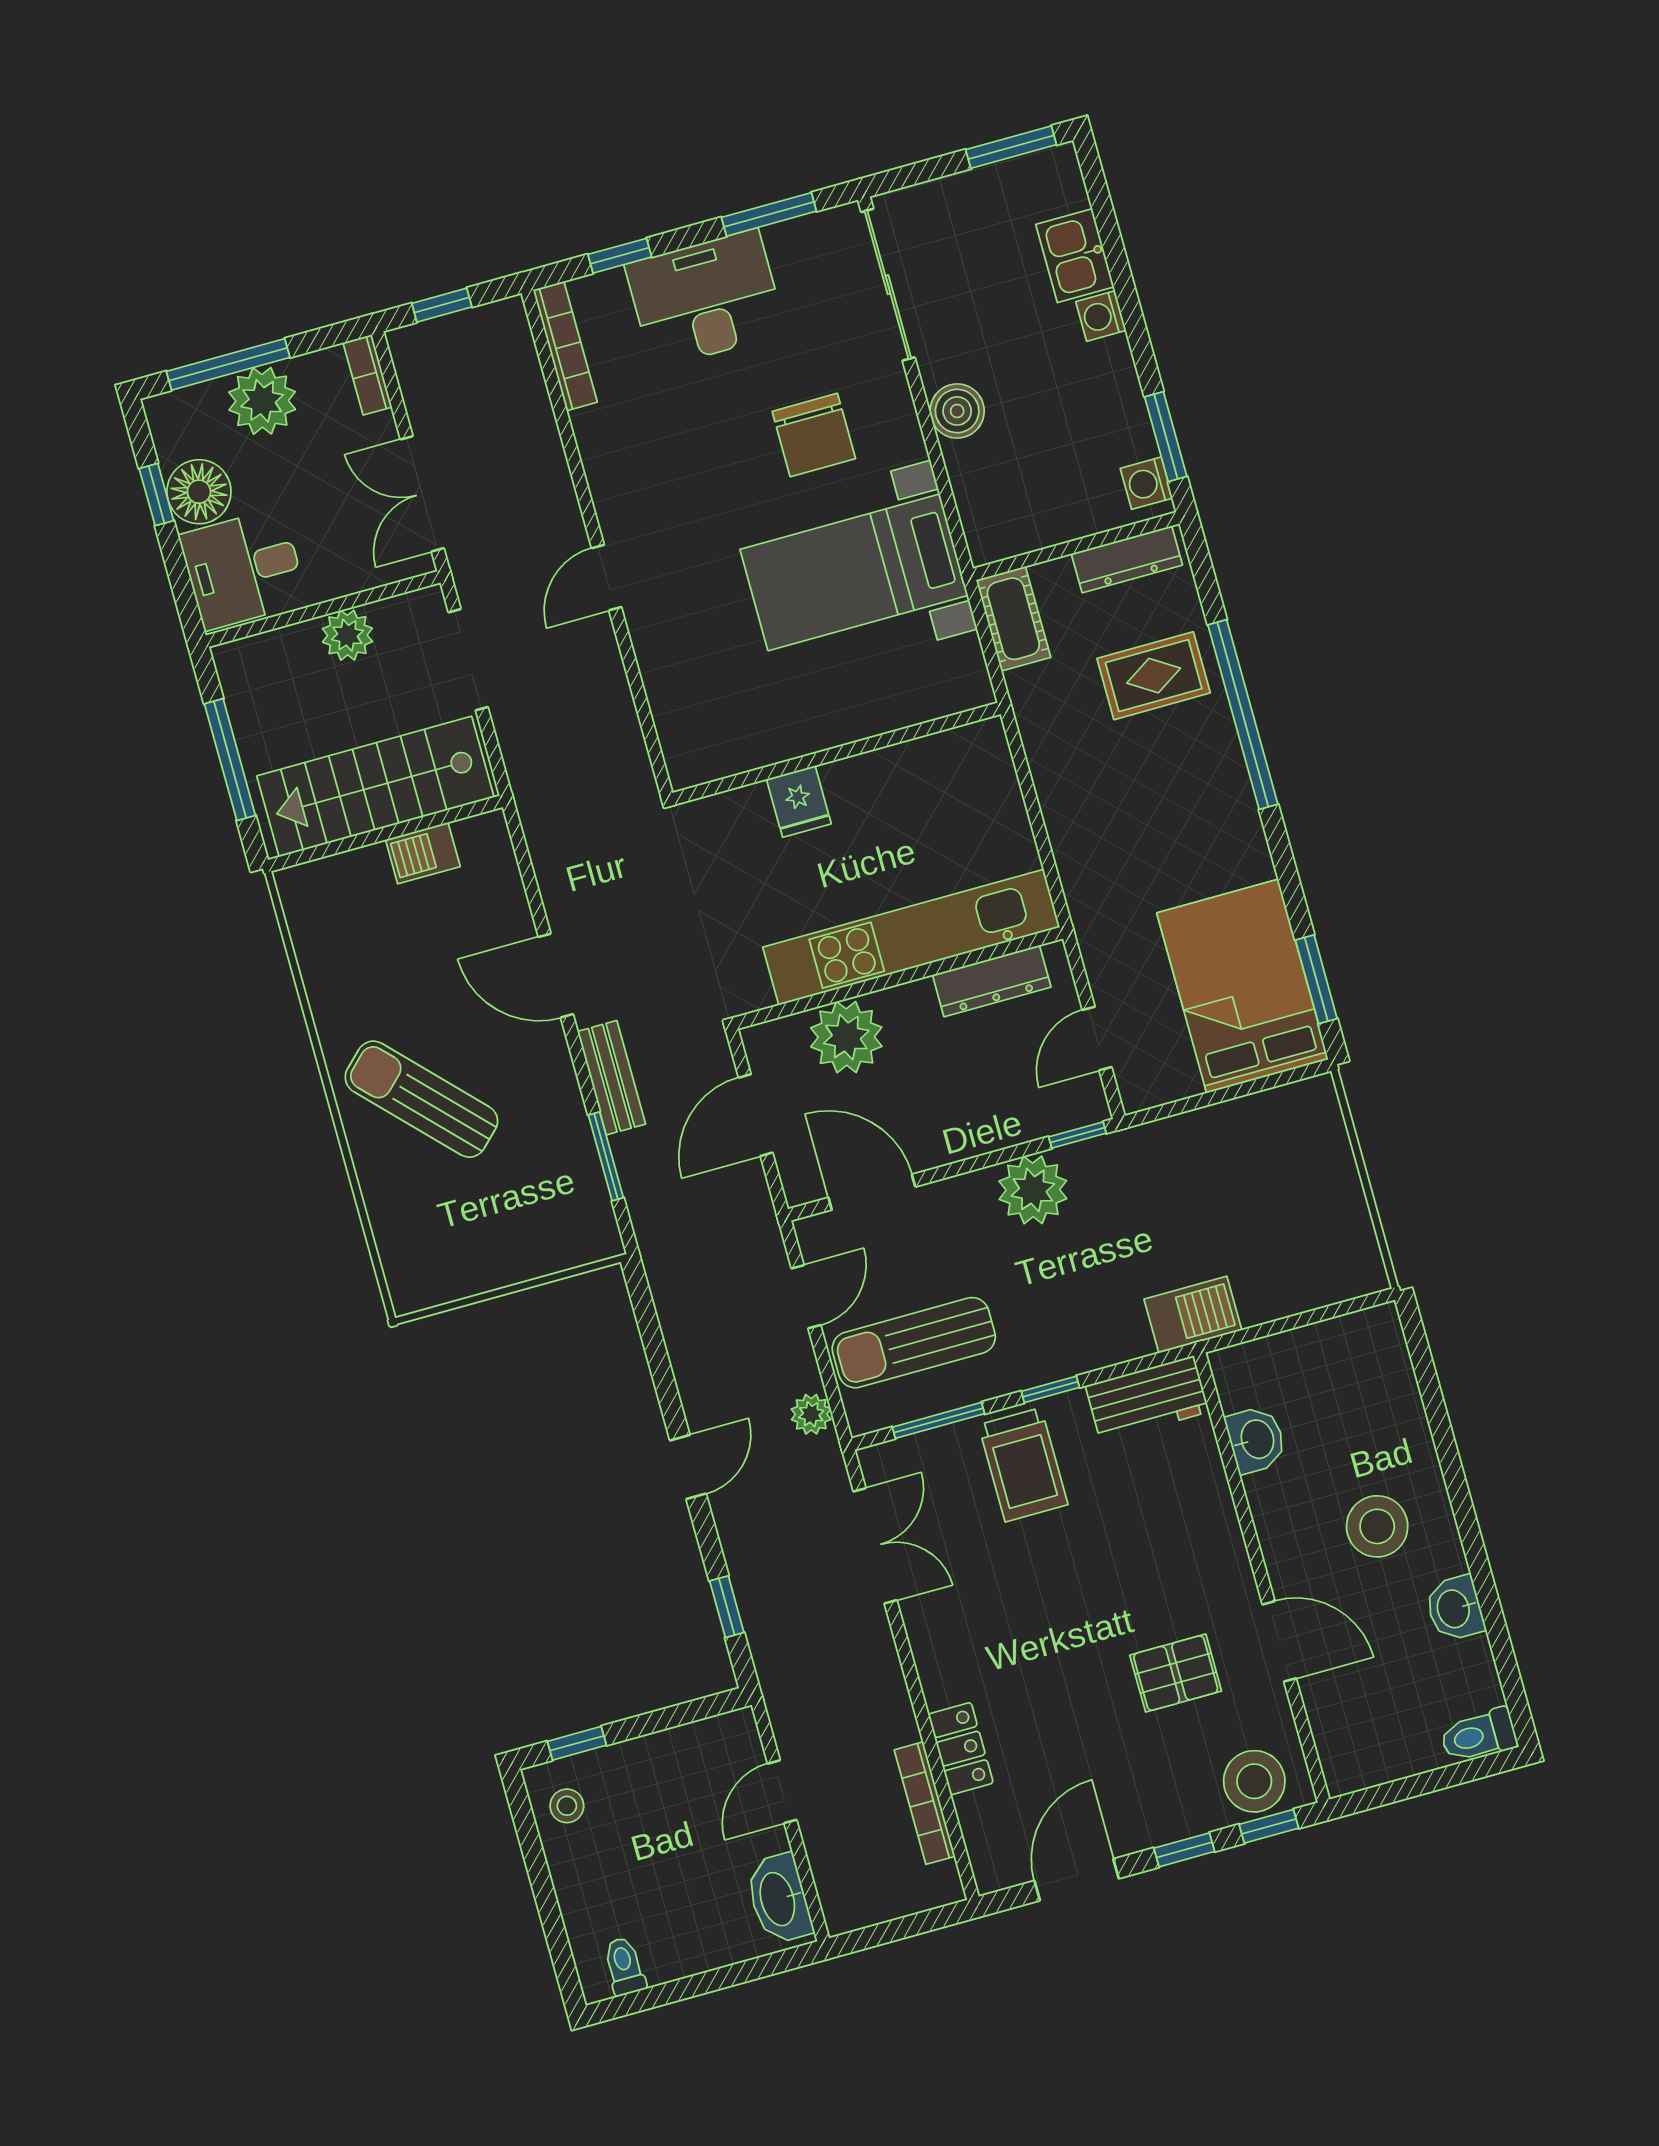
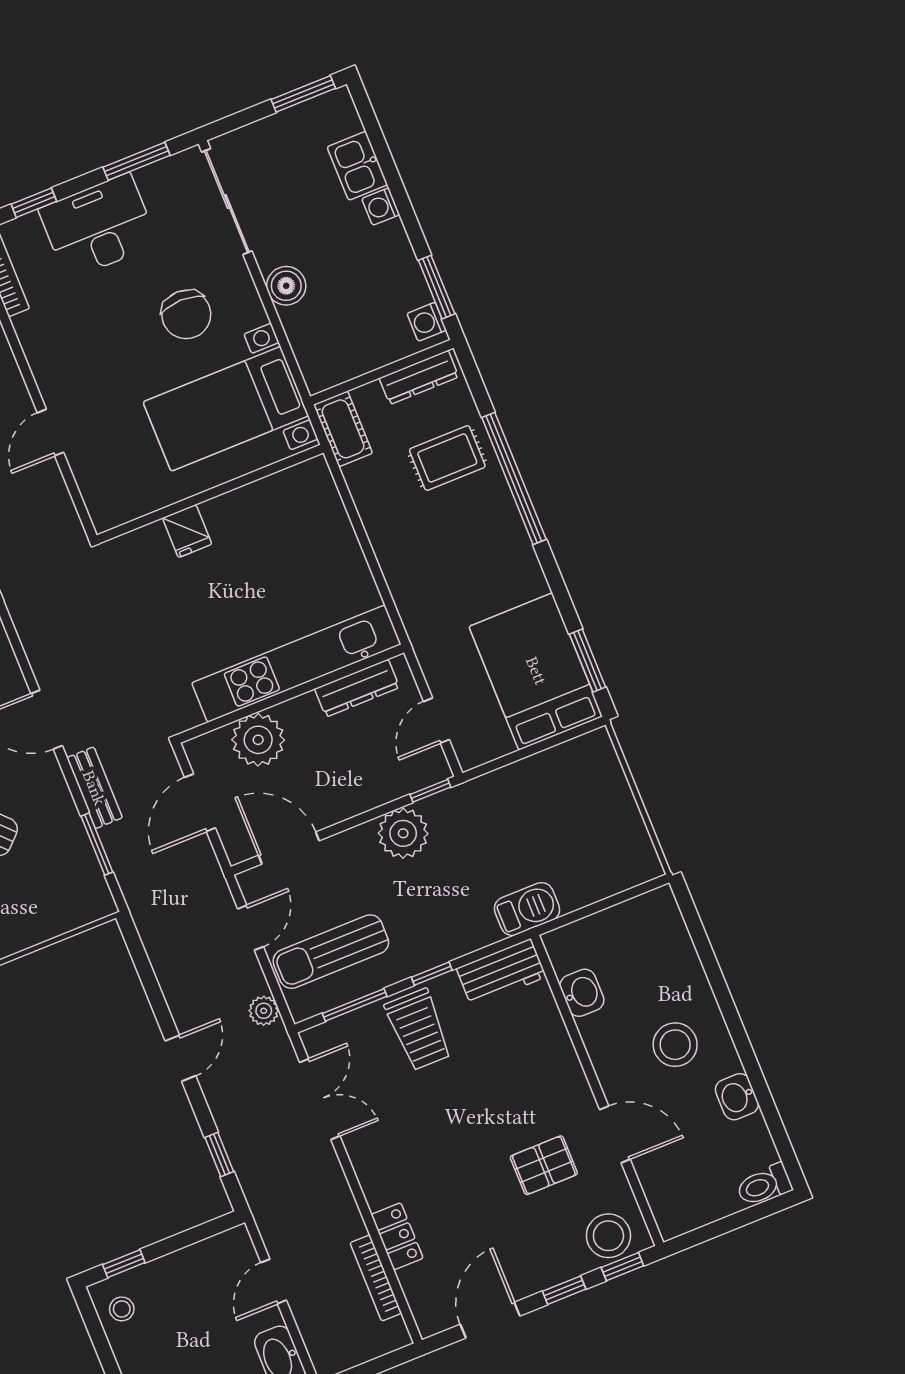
wall: (837, 754) -> (210, 494), moved
fridge: (799, 801) -> (187, 531), moved

